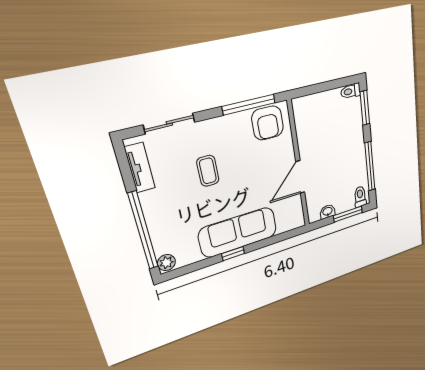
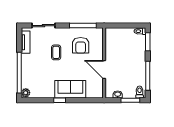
armchair: (268, 123) -> (81, 45), moved
door: (300, 177) -> (104, 70), hinge flipped
sofa: (238, 232) -> (70, 89), width x0.73

